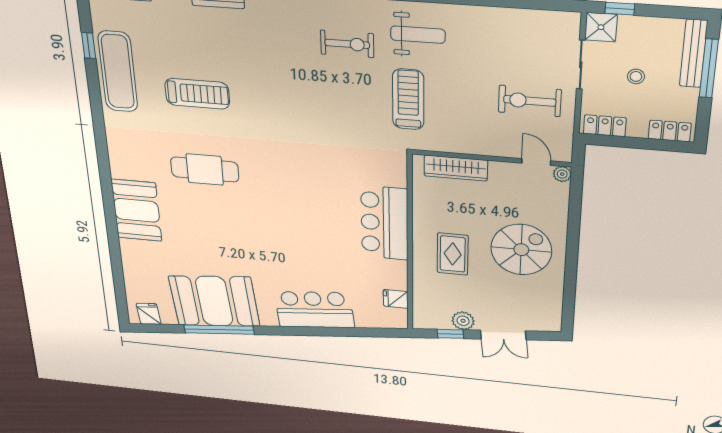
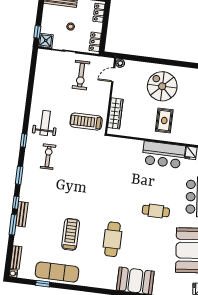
treadmill: (408, 99) -> (86, 122), moved
bar counter: (384, 223) -> (164, 155), moved
cafe table: (274, 242) -> (156, 211), added
rug: (453, 254) -> (164, 121), turned 90

